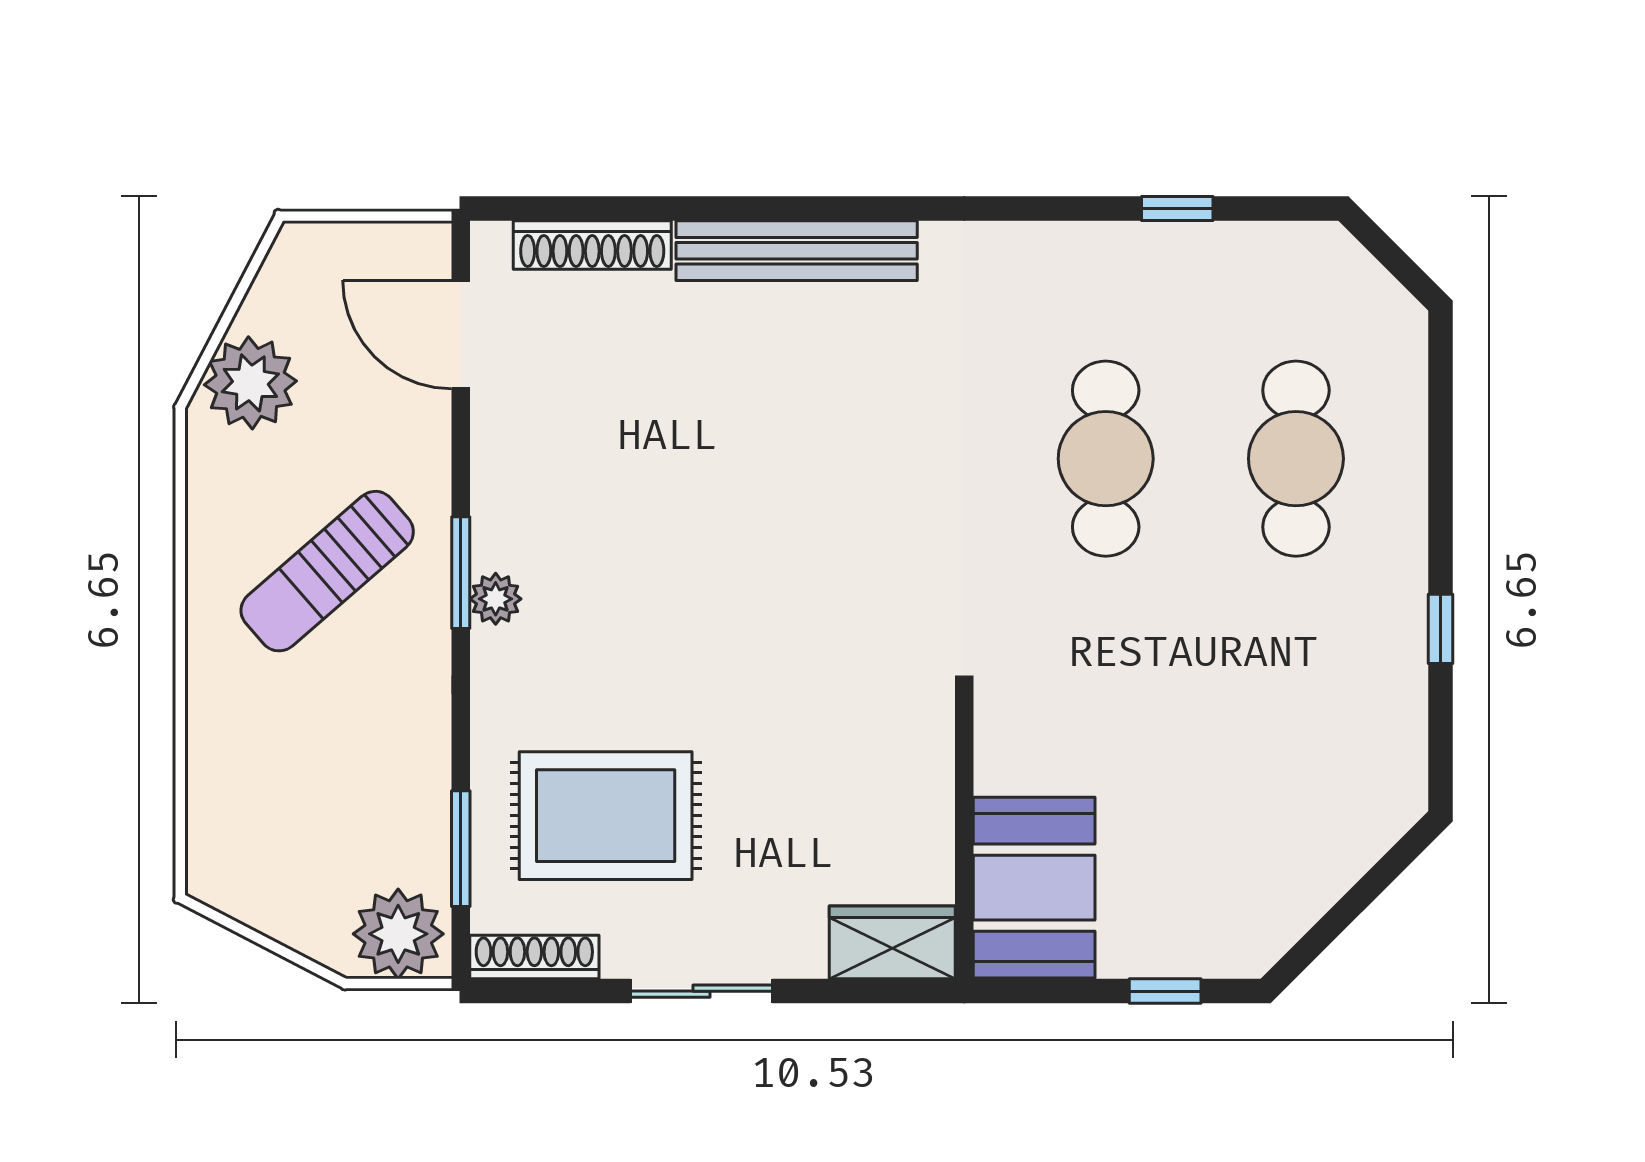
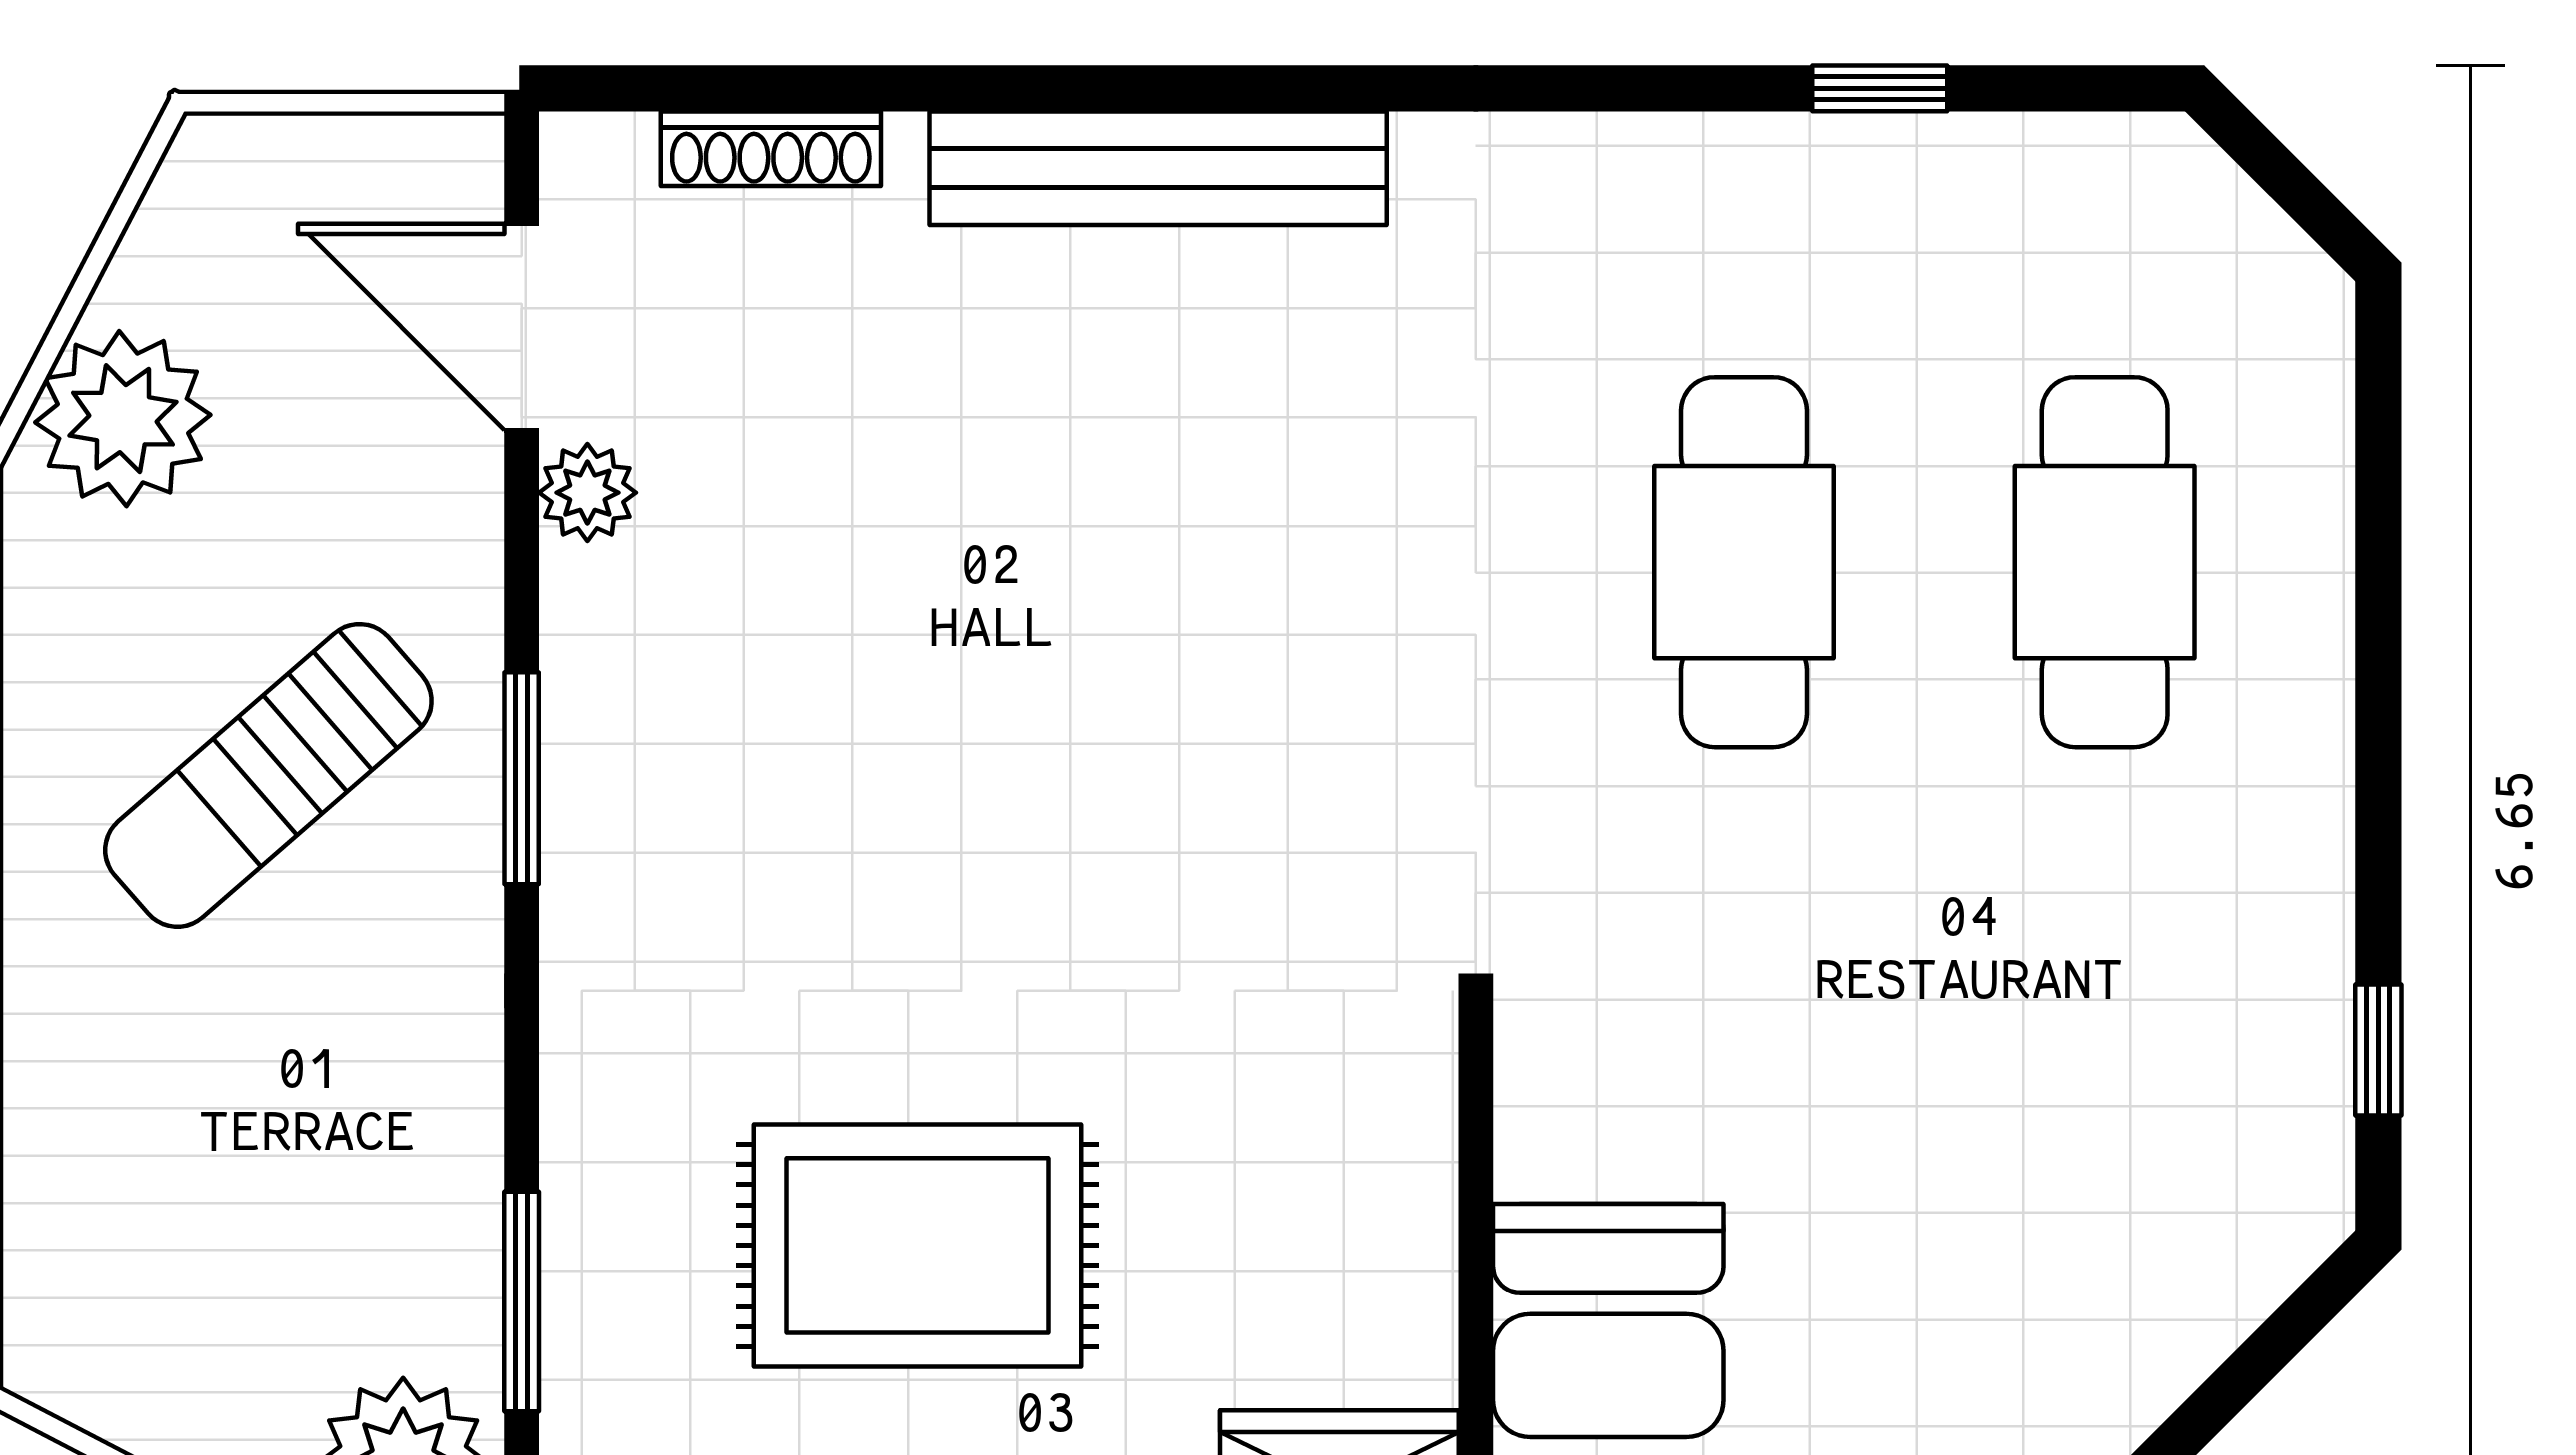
shoe rack: (592, 245) -> (771, 149), width x0.74, depth x0.81
plant: (496, 599) -> (587, 493), moved
window: (1440, 629) -> (2378, 1050), moved
rug: (606, 816) -> (917, 1245), moved

